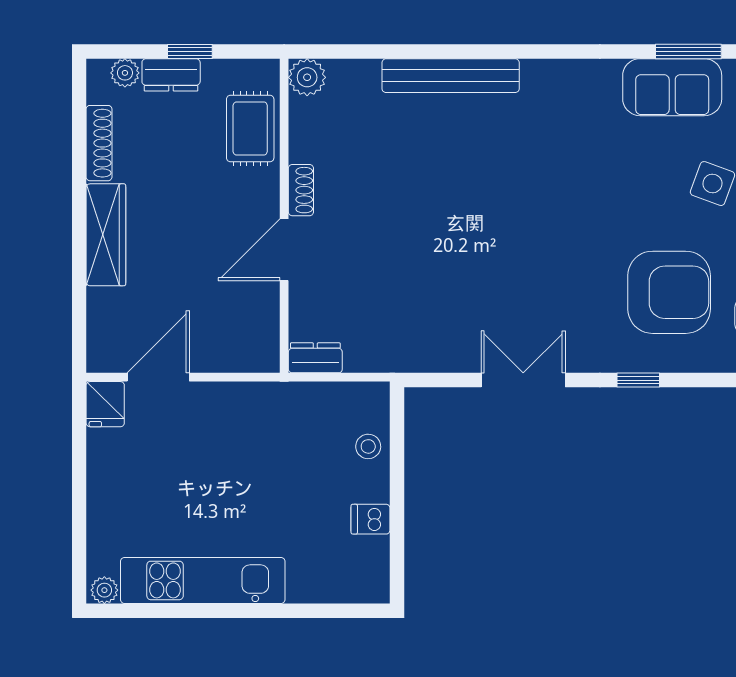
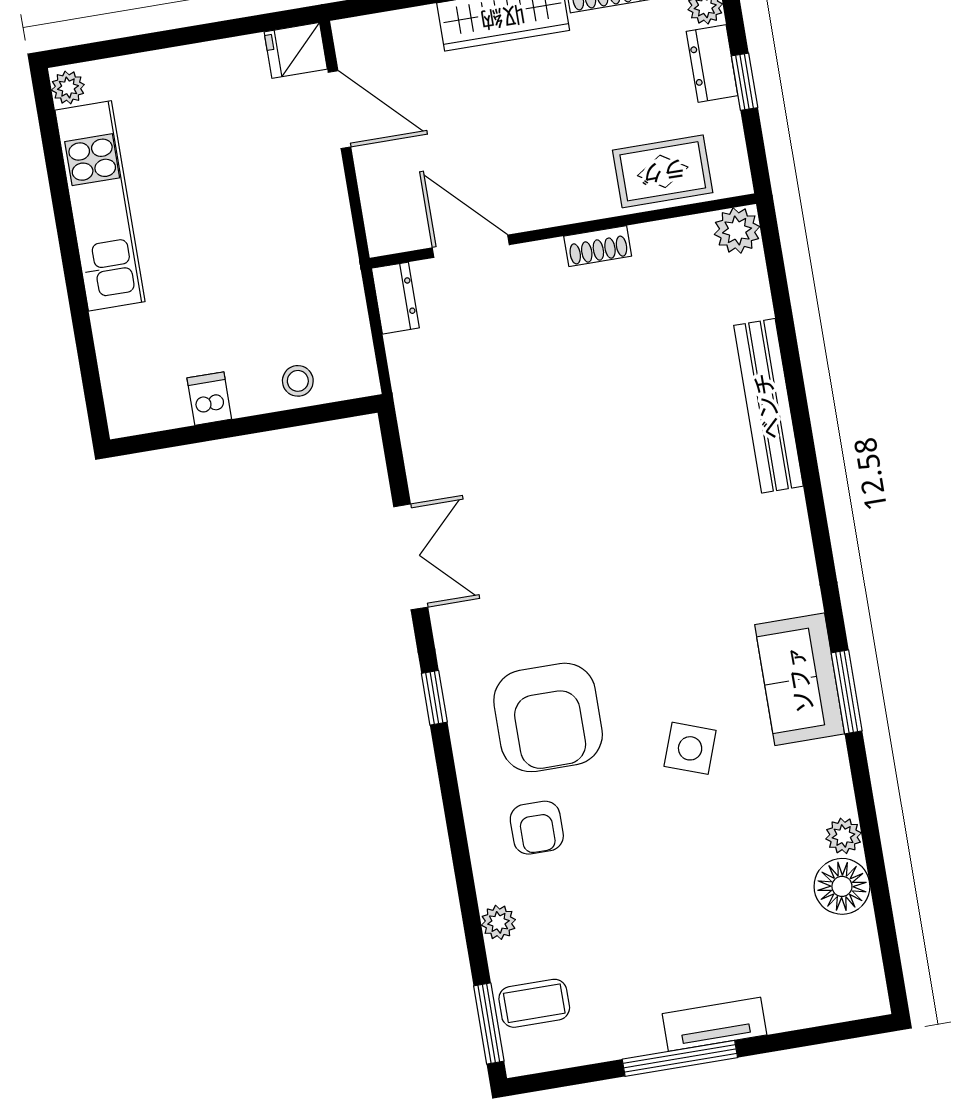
door: (284, 250) -> (471, 246), moved

